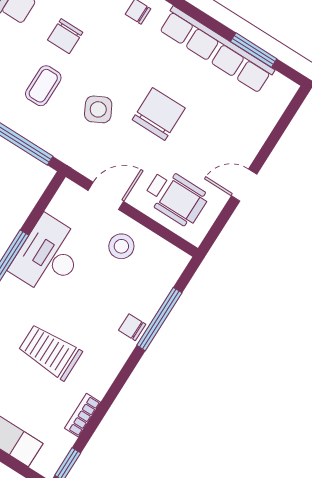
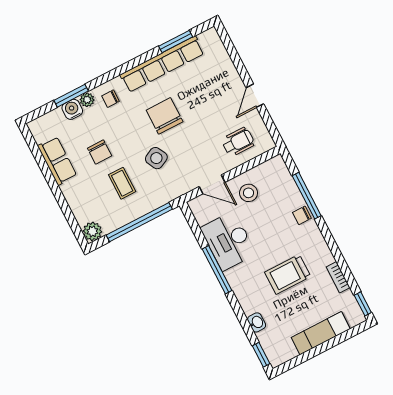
chair: (159, 114) -> (165, 116), moved
door: (106, 196) -> (212, 184), swing flipped
wheelchair: (176, 197) -> (238, 142), width x0.73, depth x0.73

